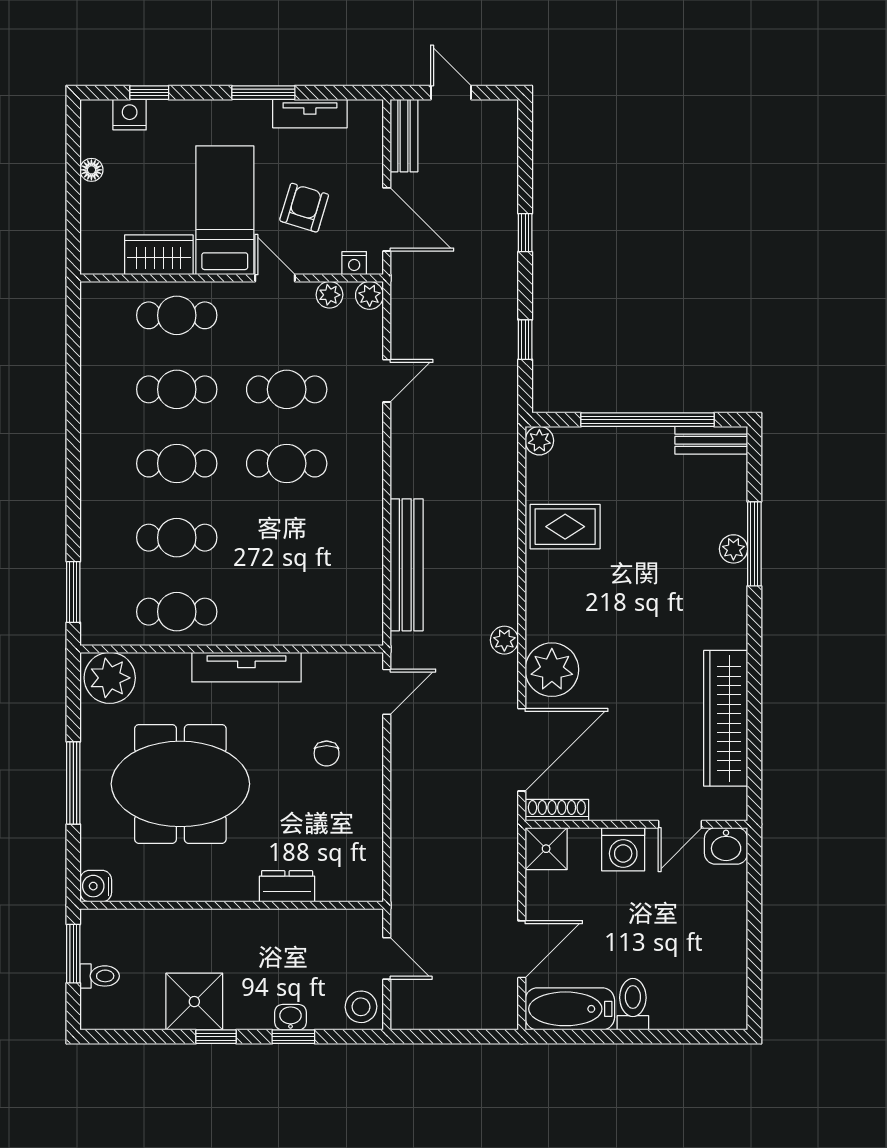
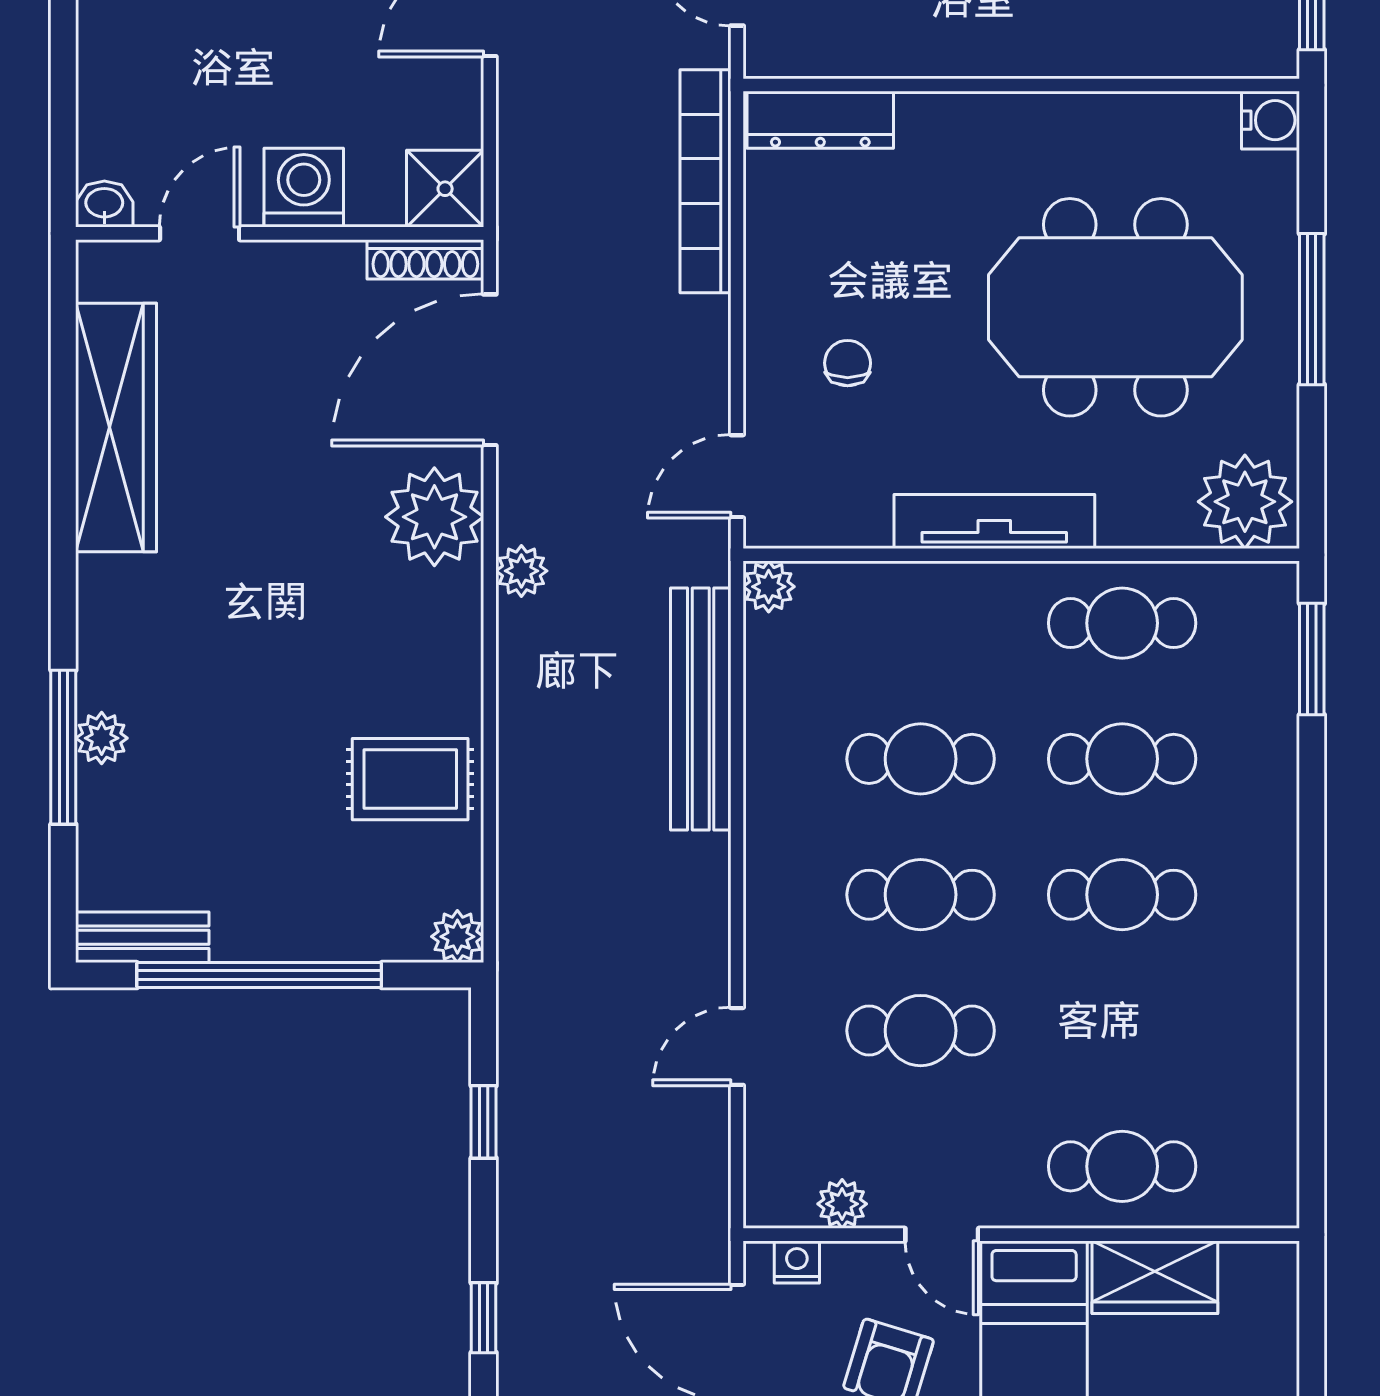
plant: (370, 295) -> (769, 587), moved
cafe table: (177, 389) -> (921, 759), moved
washbasin: (726, 846) -> (104, 204), width x0.72, depth x0.69
bookcase: (404, 853) -> (705, 181), added
dresser: (287, 886) -> (820, 120), moved, width x1.44

